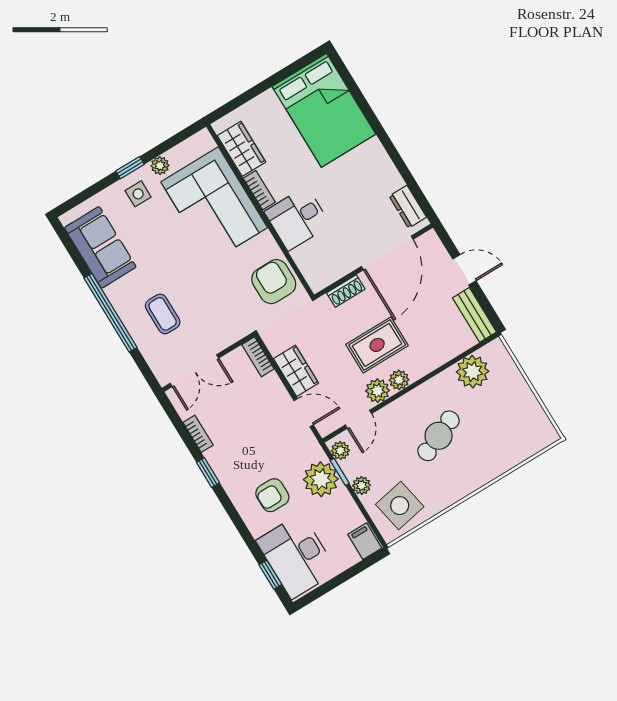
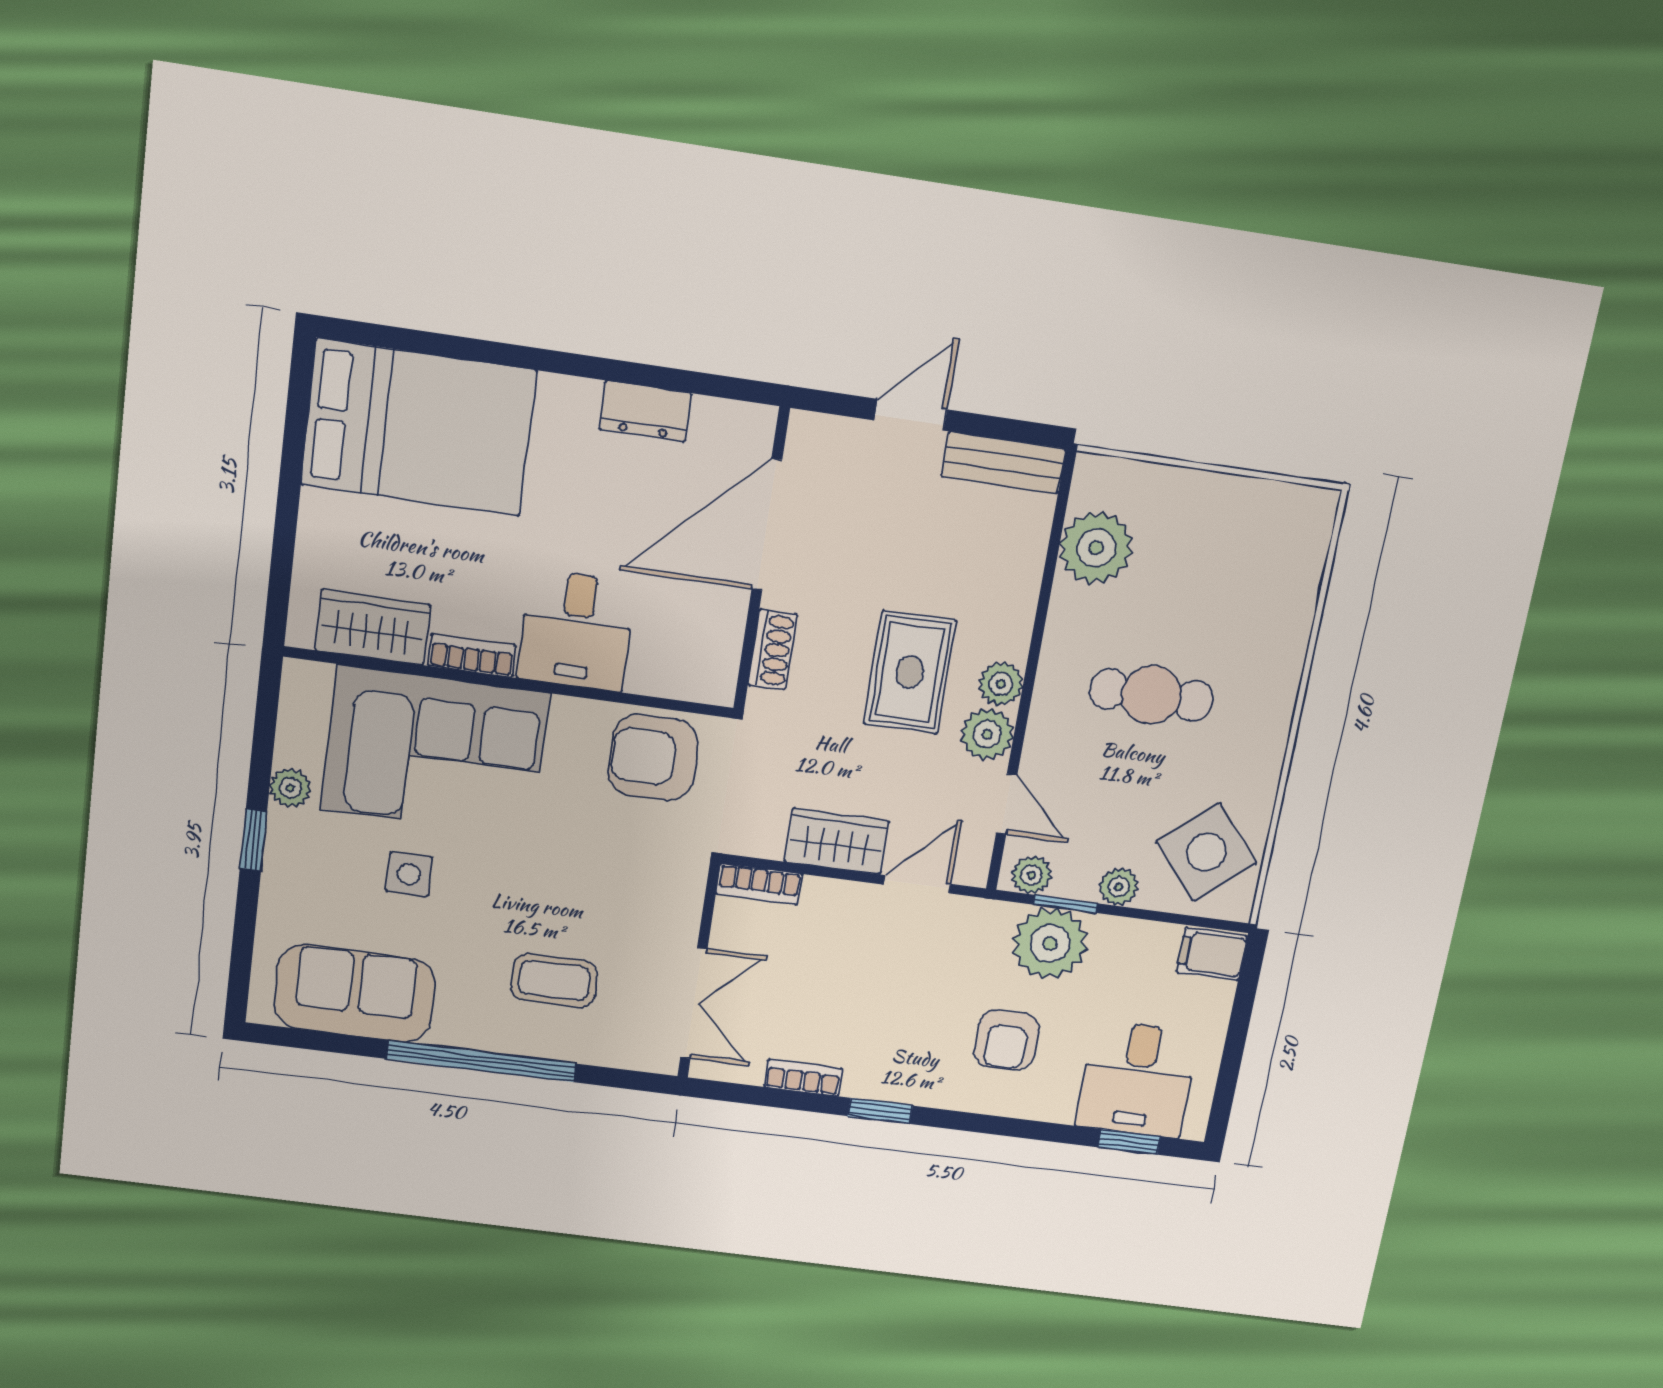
side table: (138, 194) -> (409, 874), moved
dresser: (408, 207) -> (645, 411), moved
door: (387, 253) -> (767, 525), swing flipped
cafe table: (439, 436) -> (1151, 695), turned -67
side table: (400, 506) -> (1206, 852), turned -30
desk: (297, 556) -> (1137, 1079), width x0.73

